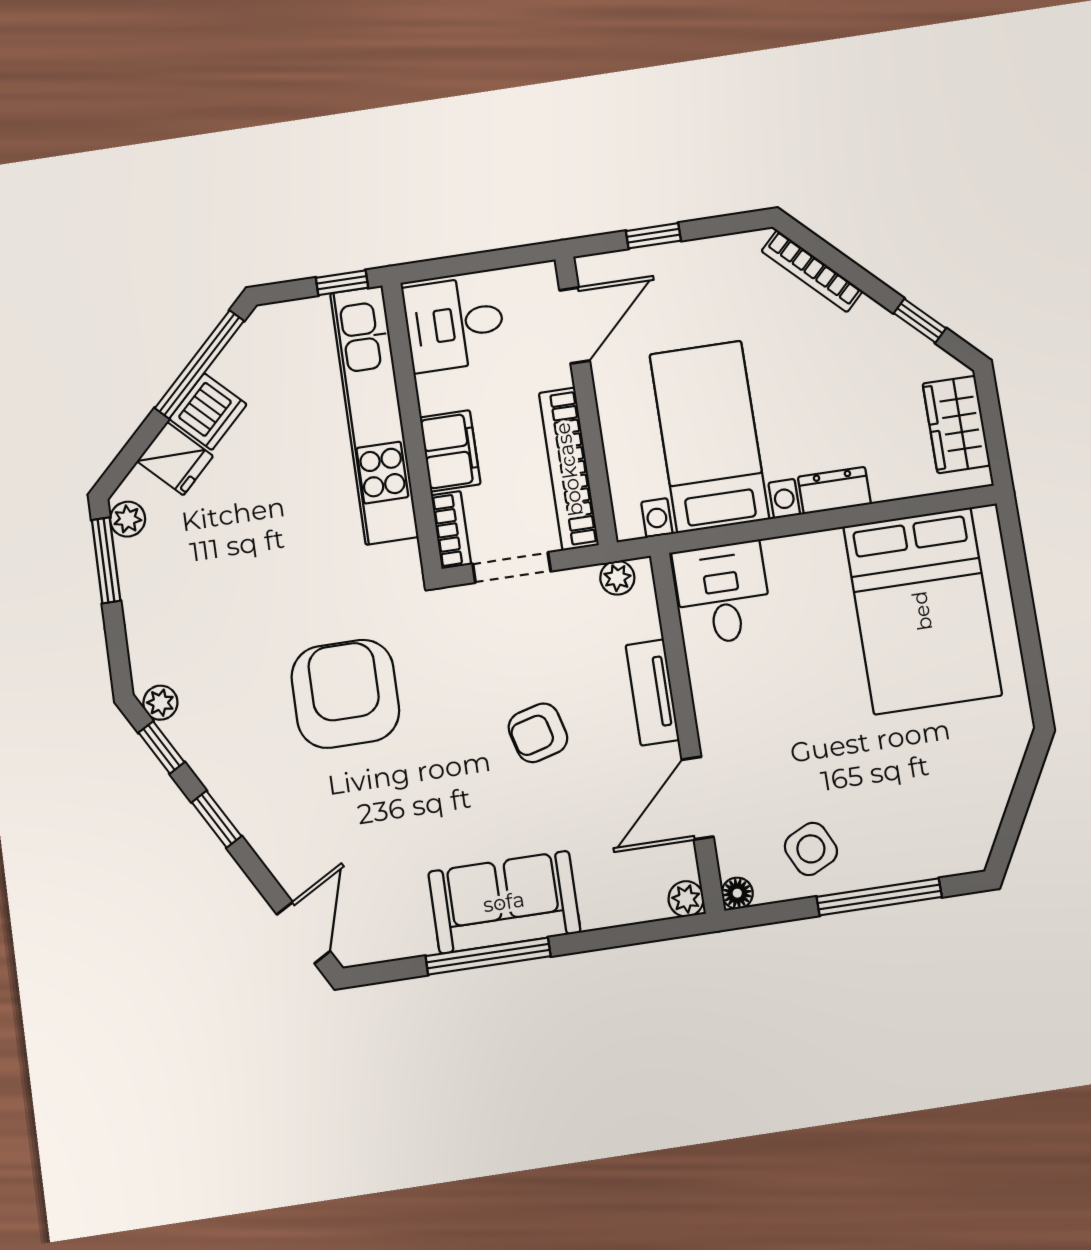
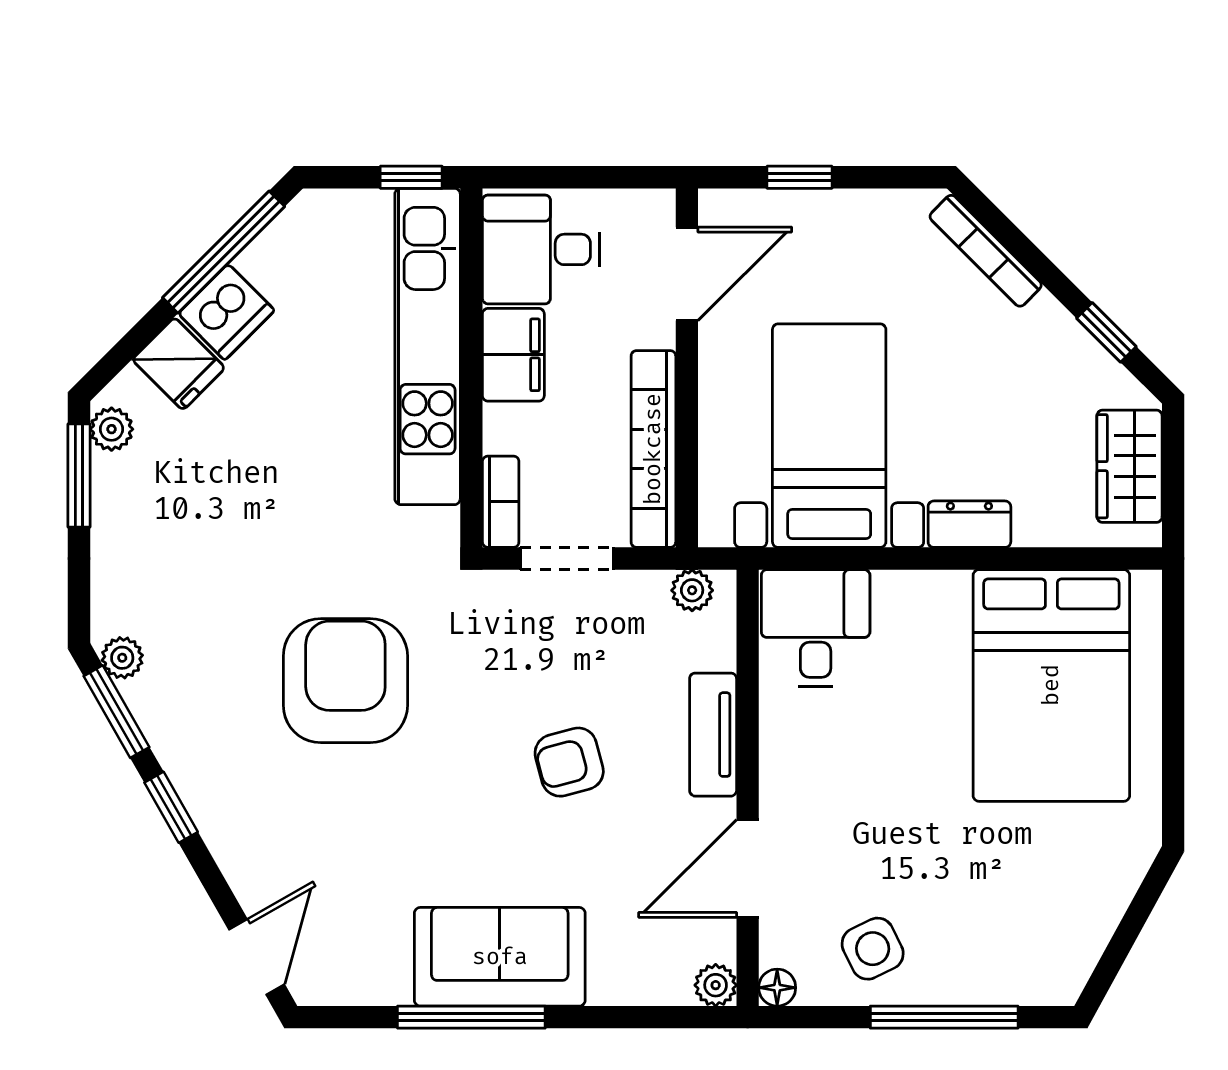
filing cabinet: (450, 451) -> (513, 355), moved
window: (161, 747) -> (116, 712), width x1.50

